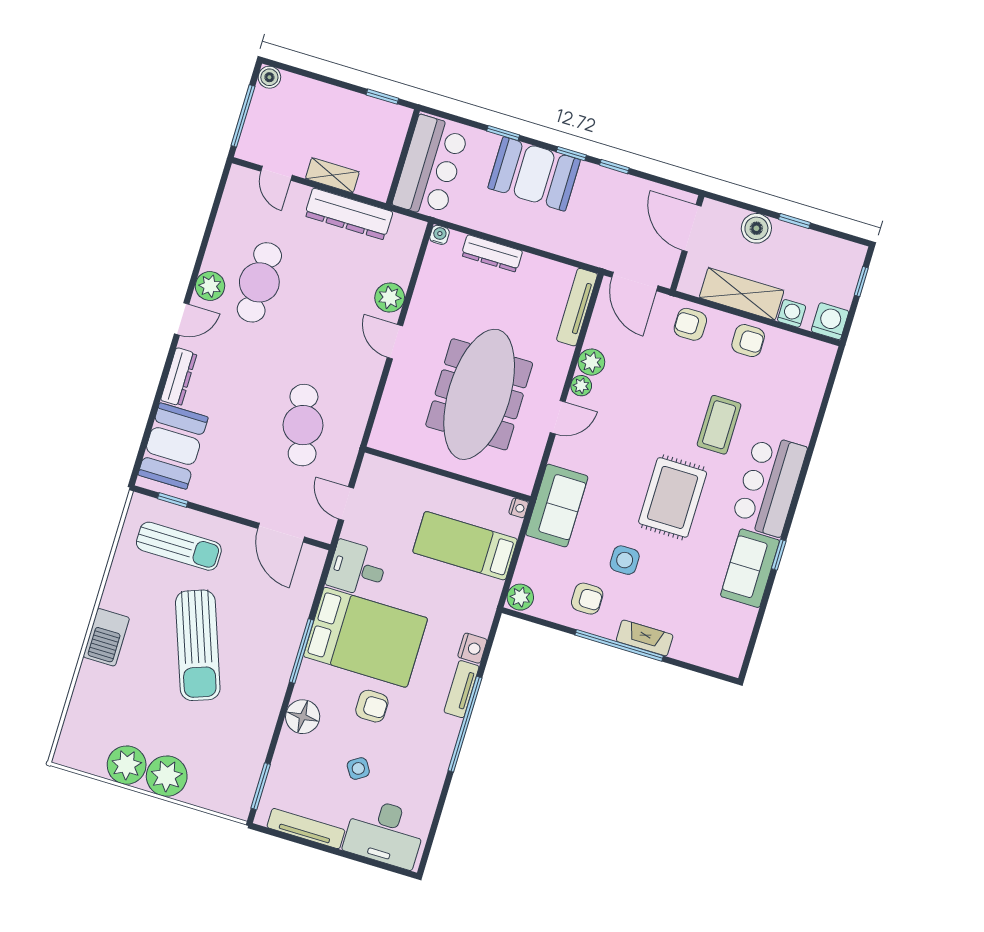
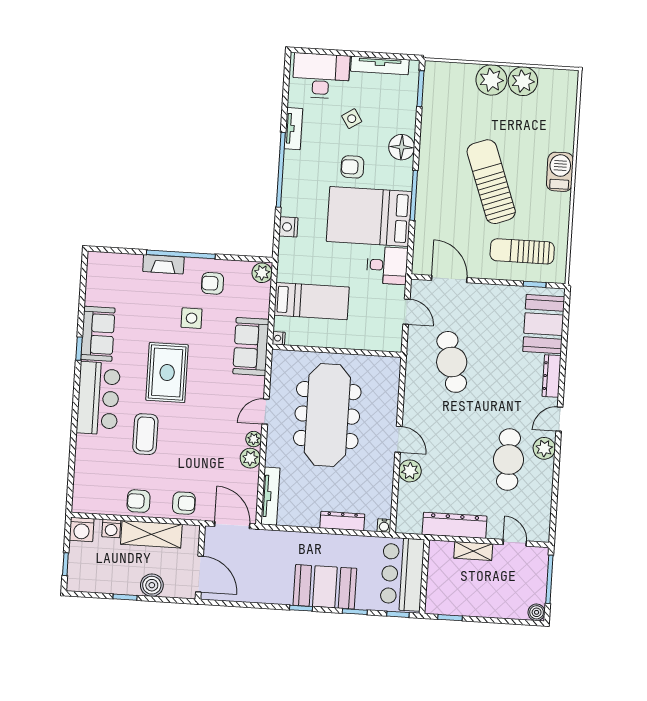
window: (614, 167) -> (398, 614), moved
tv unit: (461, 689) -> (294, 129), moved

